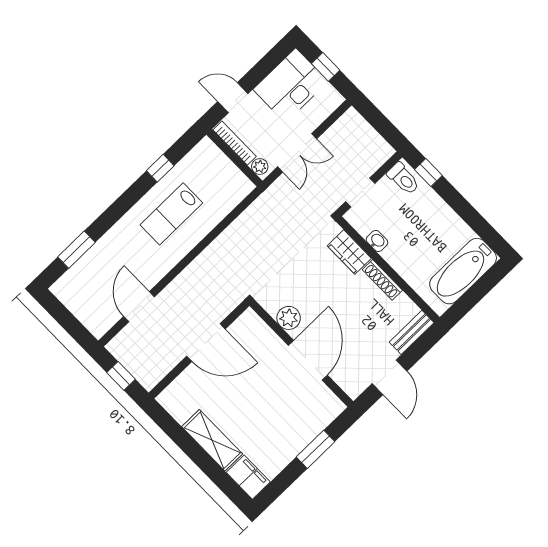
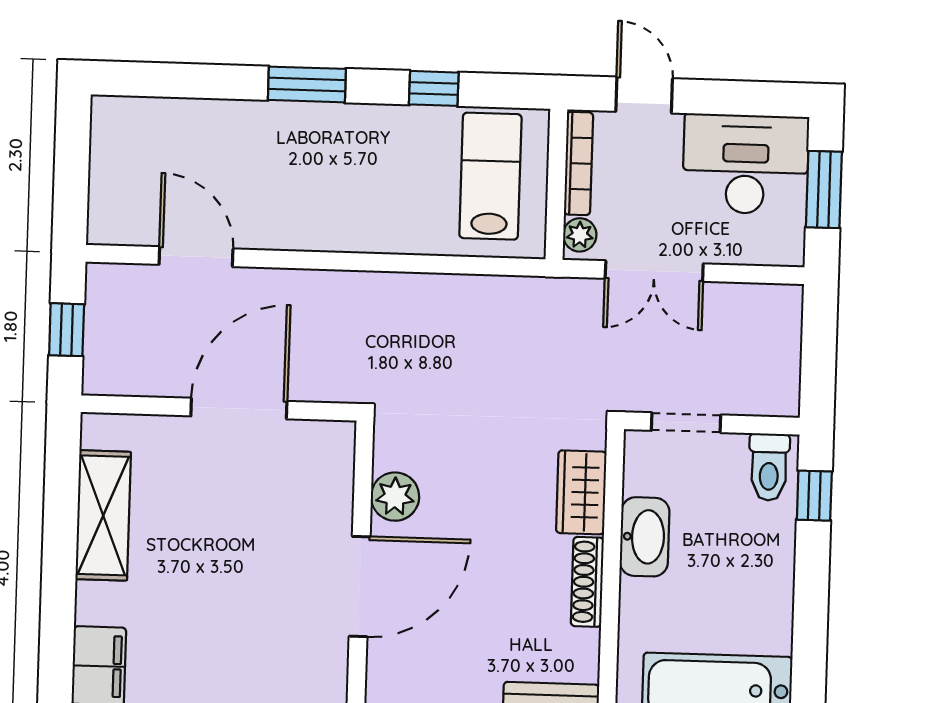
window: (326, 67) -> (824, 190), width x1.50
lab bench: (171, 214) -> (490, 176), moved, turned 90
washbasin: (377, 241) -> (645, 537), width x1.91, depth x1.45
window: (76, 250) -> (307, 84), moved
door: (139, 307) -> (196, 257), hinge flipped
door: (206, 343) -> (239, 409), swing flipped
shelving: (212, 440) -> (103, 515), moved

